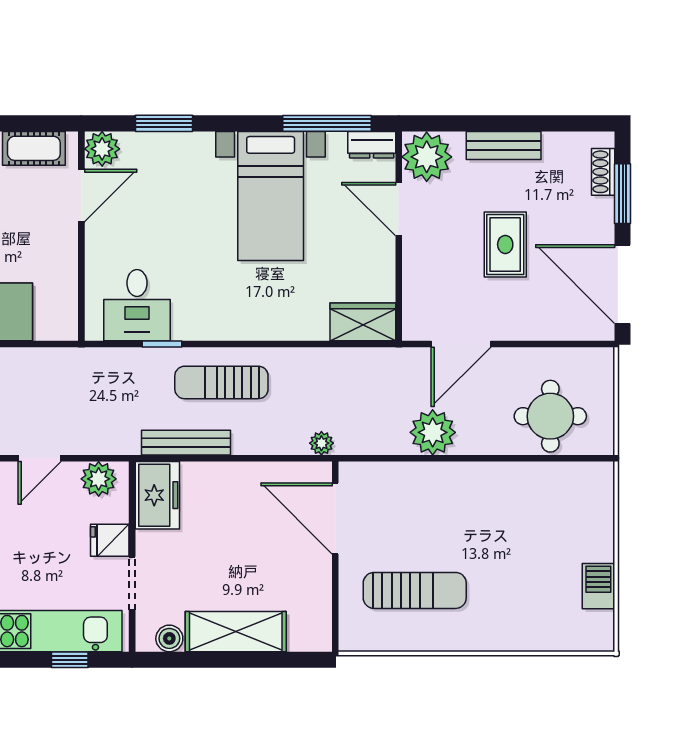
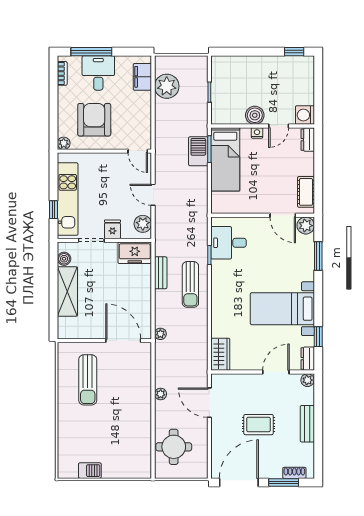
window: (327, 123) -> (318, 337), width x0.46
plant: (427, 157) -> (307, 380), width x0.53, depth x0.53
sun lounger: (221, 382) -> (190, 284), turned 180
plant: (433, 432) -> (161, 394), width x0.53, depth x0.53
bench: (186, 443) -> (161, 273), width x0.73
door: (335, 518) -> (123, 341), hinge flipped

